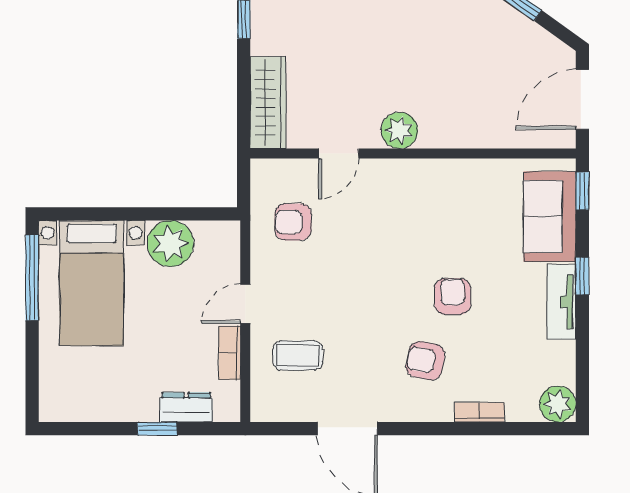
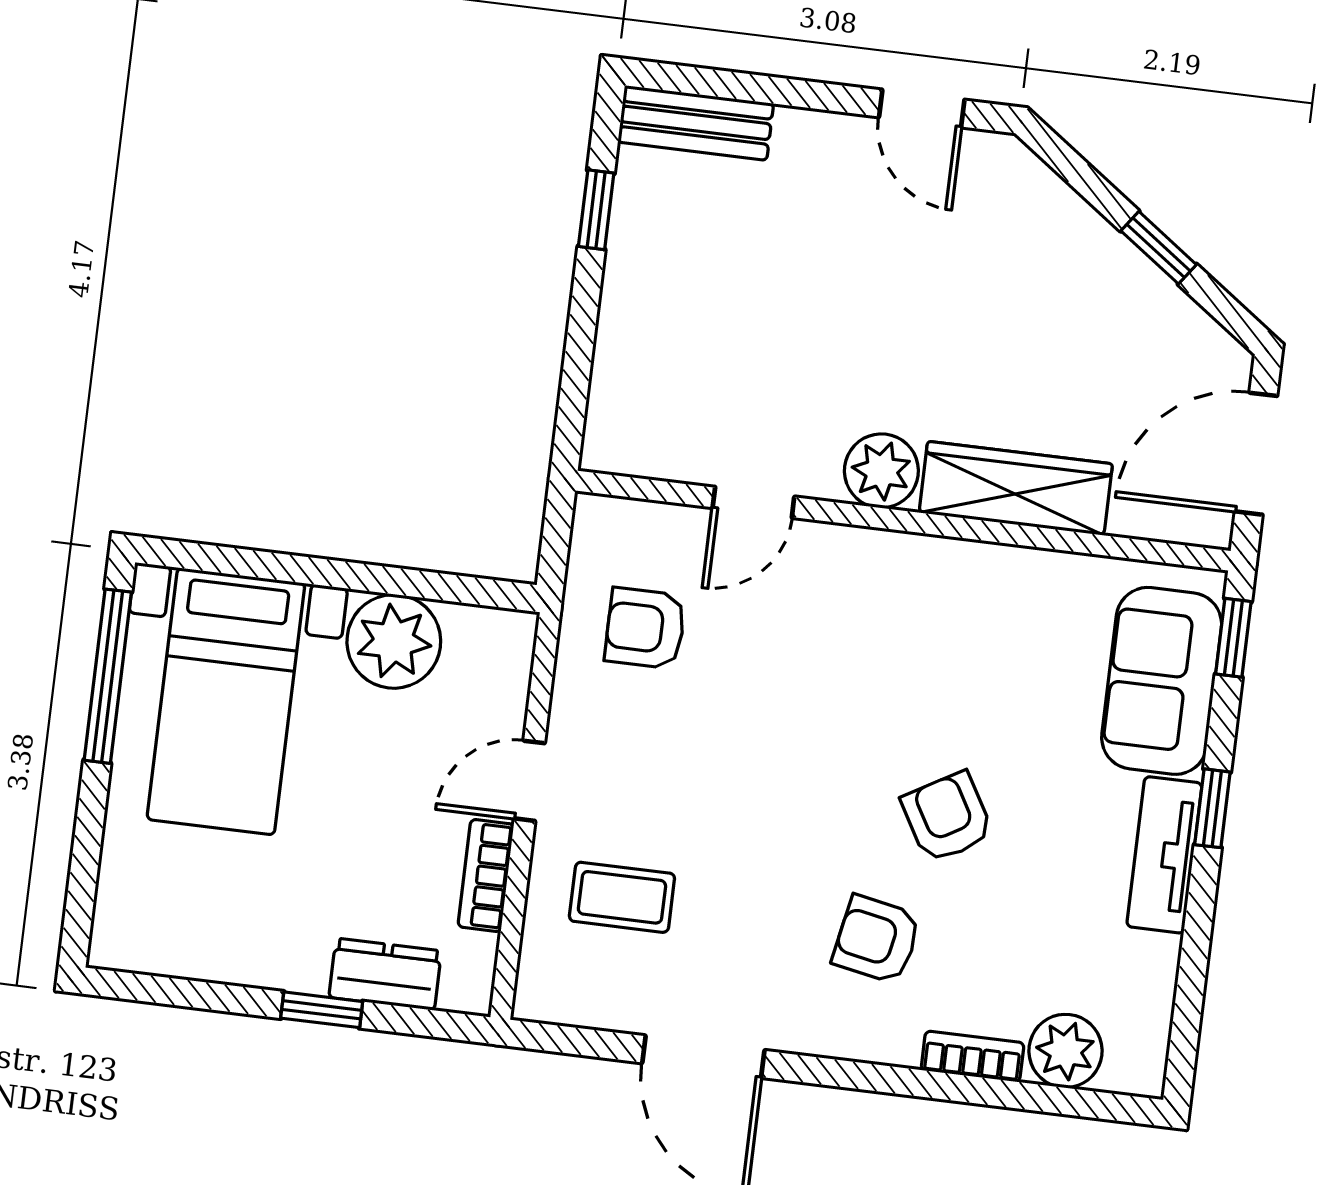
wardrobe: (268, 103) -> (1016, 488), moved, turned -90
armchair: (453, 296) -> (947, 817), turned -30
plant: (558, 404) -> (1066, 1051), moved

